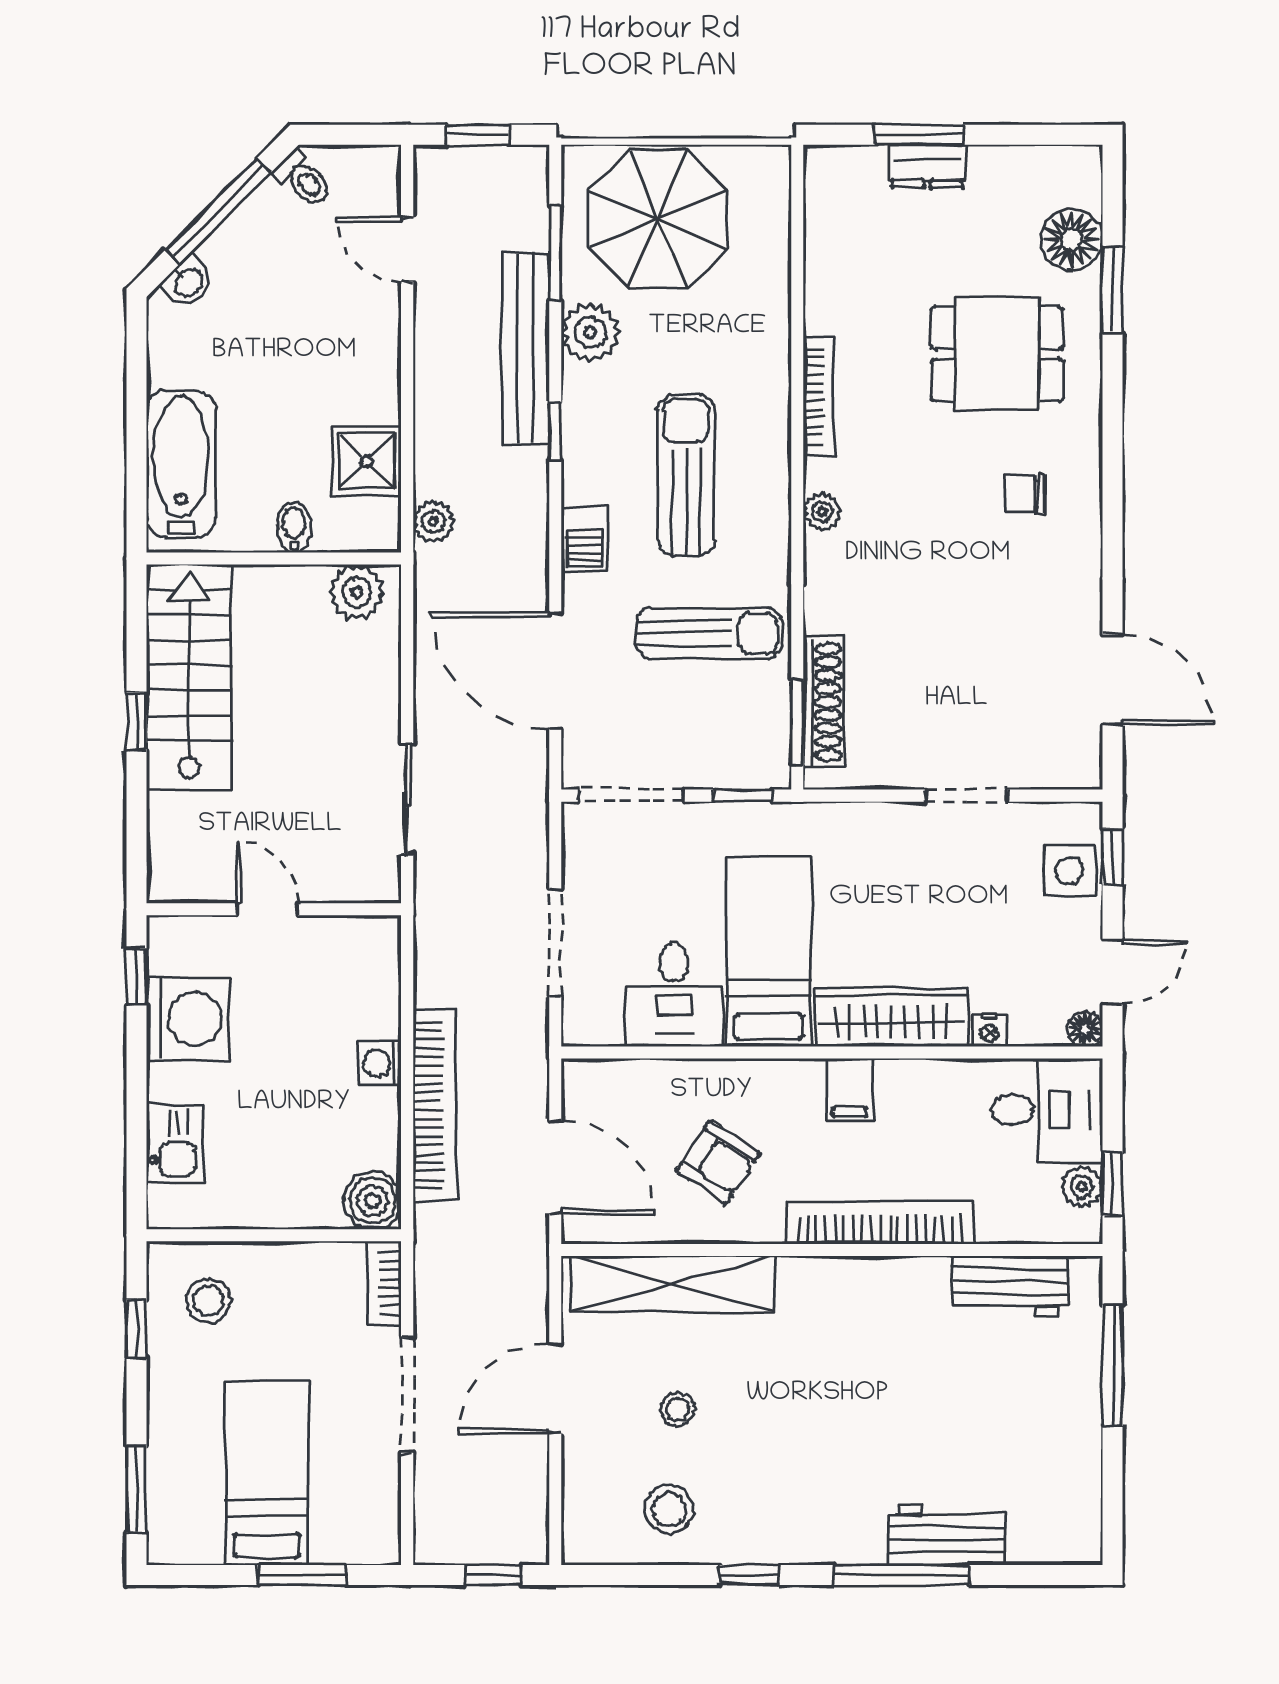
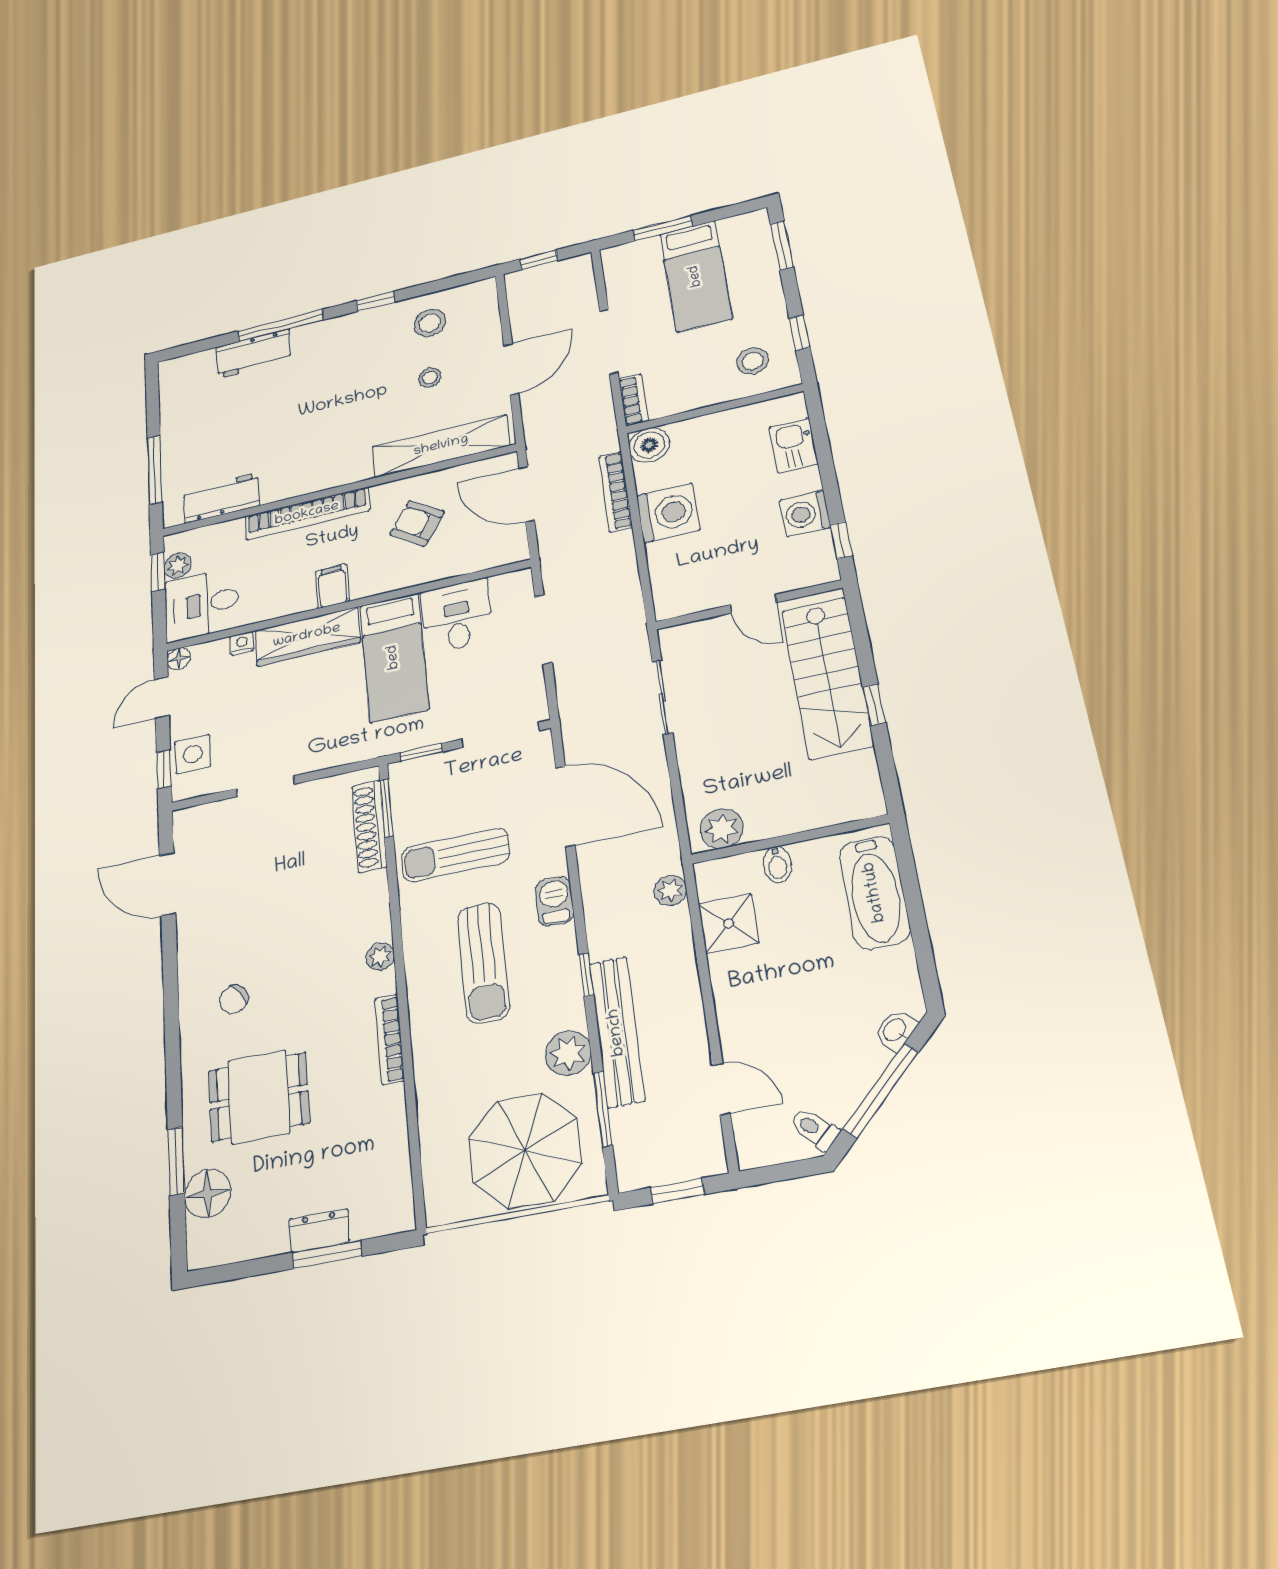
chair: (1025, 494) -> (234, 999), turned 144
stairs: (189, 677) -> (827, 678), moved
washing machine: (188, 1019) -> (805, 514), width x0.73, depth x0.73
washing machine: (380, 1063) -> (668, 513), width x1.89, depth x1.89
bookcase: (435, 1105) -> (615, 492), width x0.68, depth x0.76

